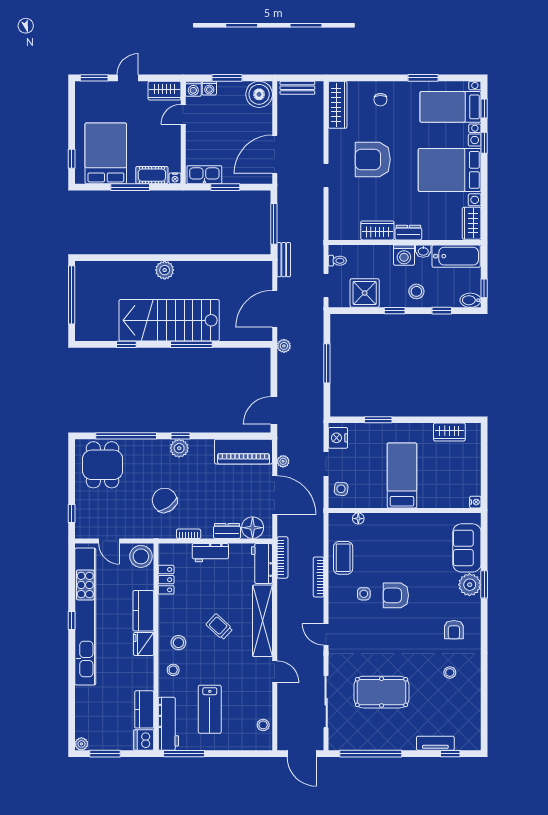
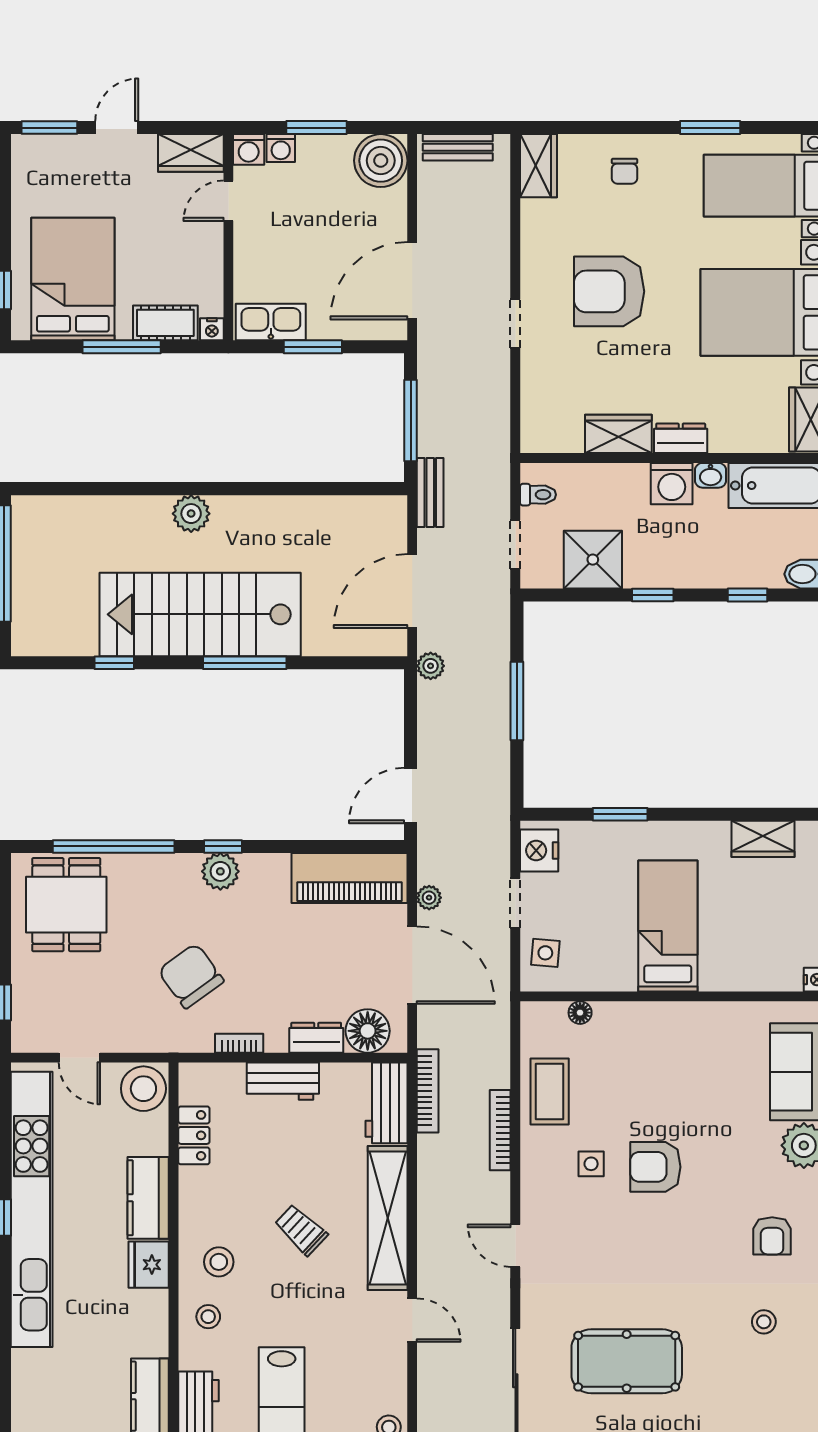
wardrobe: (338, 105) -> (539, 166), width x0.67
stool: (416, 291) -> (697, 556), removed

